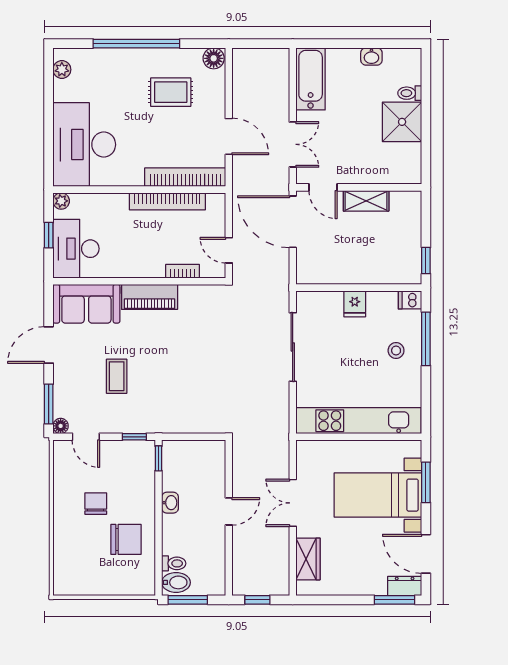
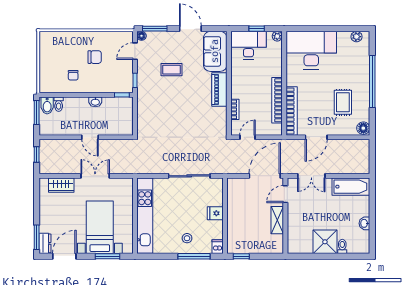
chair: (126, 539) -> (73, 75), width x0.54, depth x0.54

